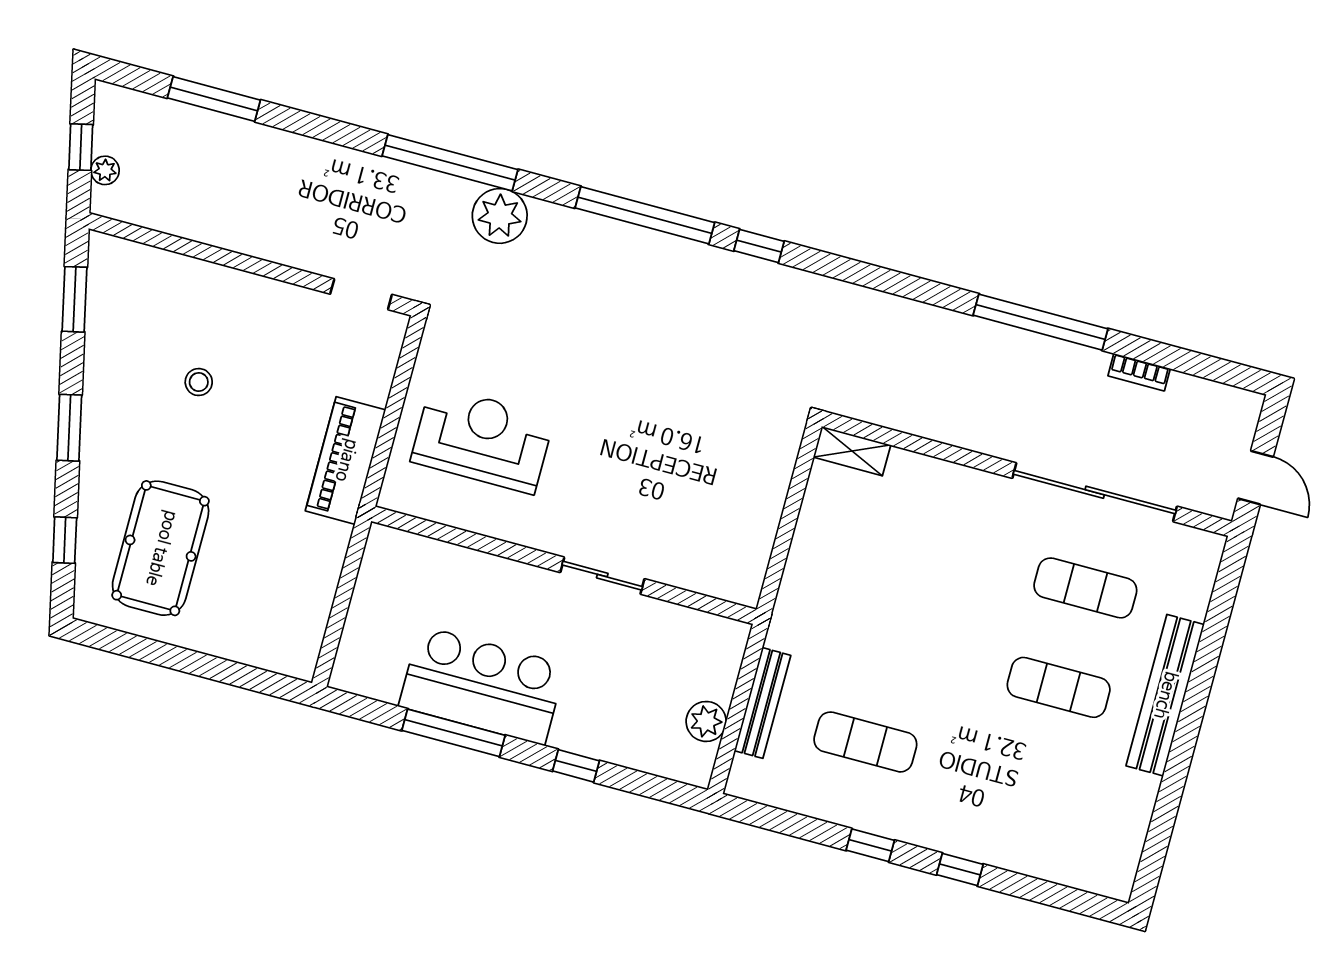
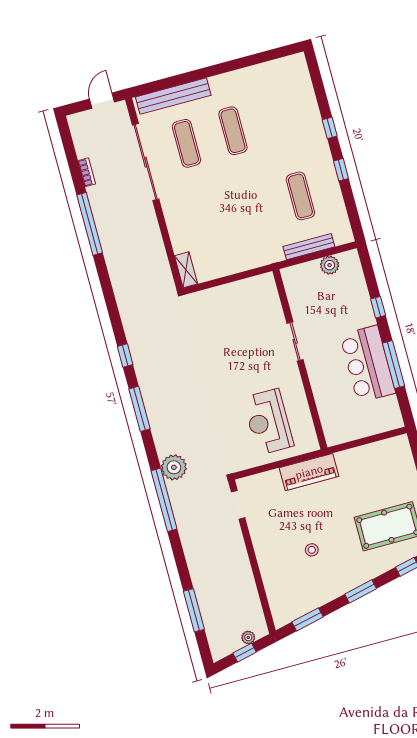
window: (645, 215) -> (140, 409), width x0.68
bench: (1165, 695) -> (173, 96), moved

